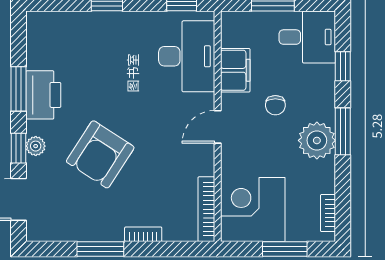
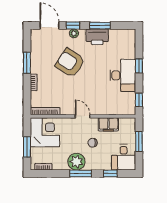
desk: (187, 56) -> (123, 75), moved, turned -90

